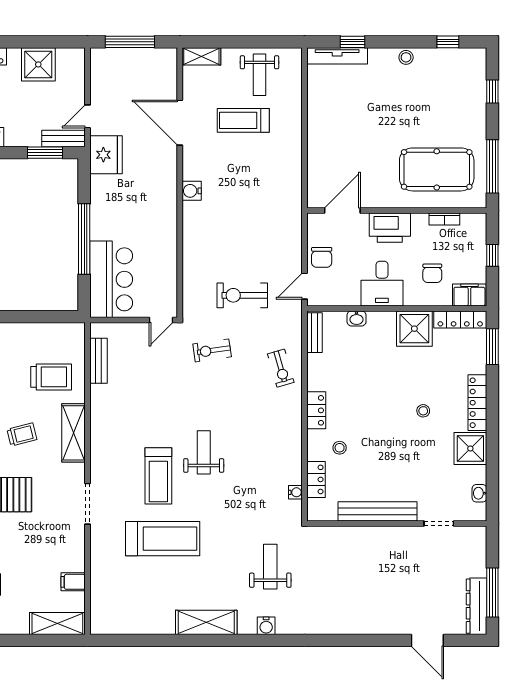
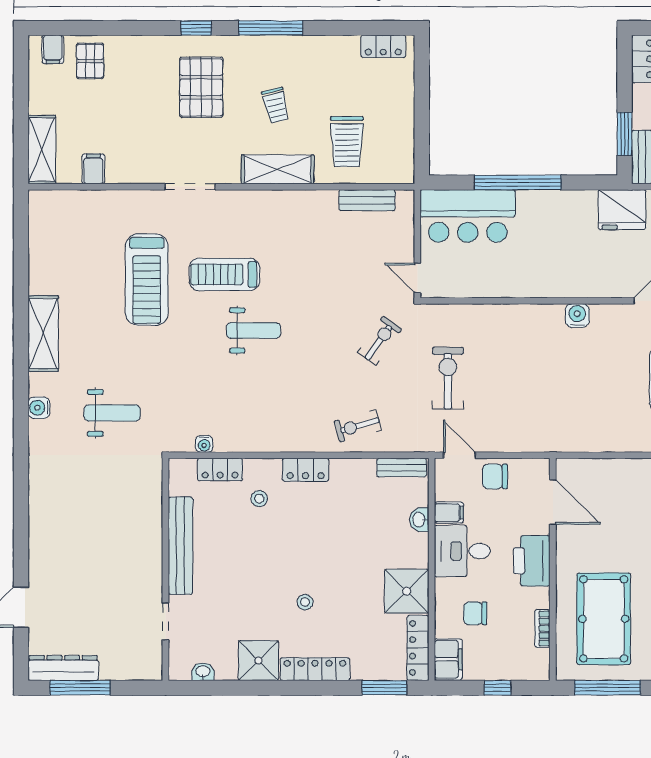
filing cabinet: (351, 295) -> (449, 513), added
exercise bike: (212, 350) -> (380, 341), turned 43

